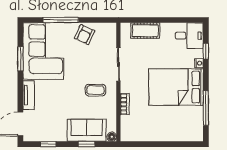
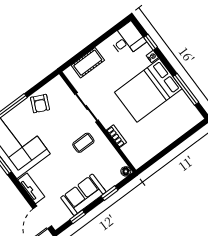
sofa: (87, 130) -> (83, 195), moved

